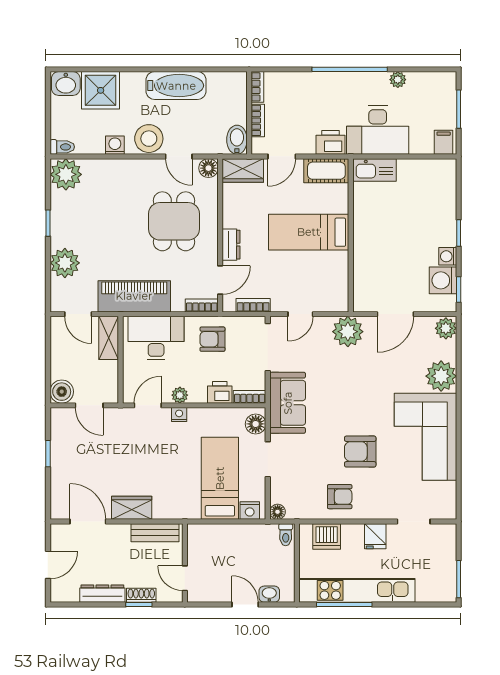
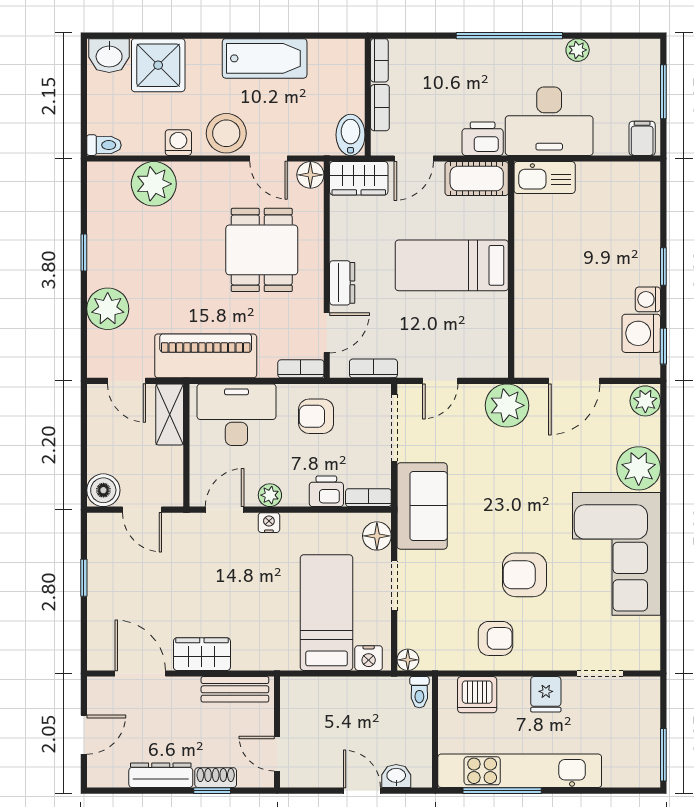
plant: (66, 174) -> (154, 184), moved

